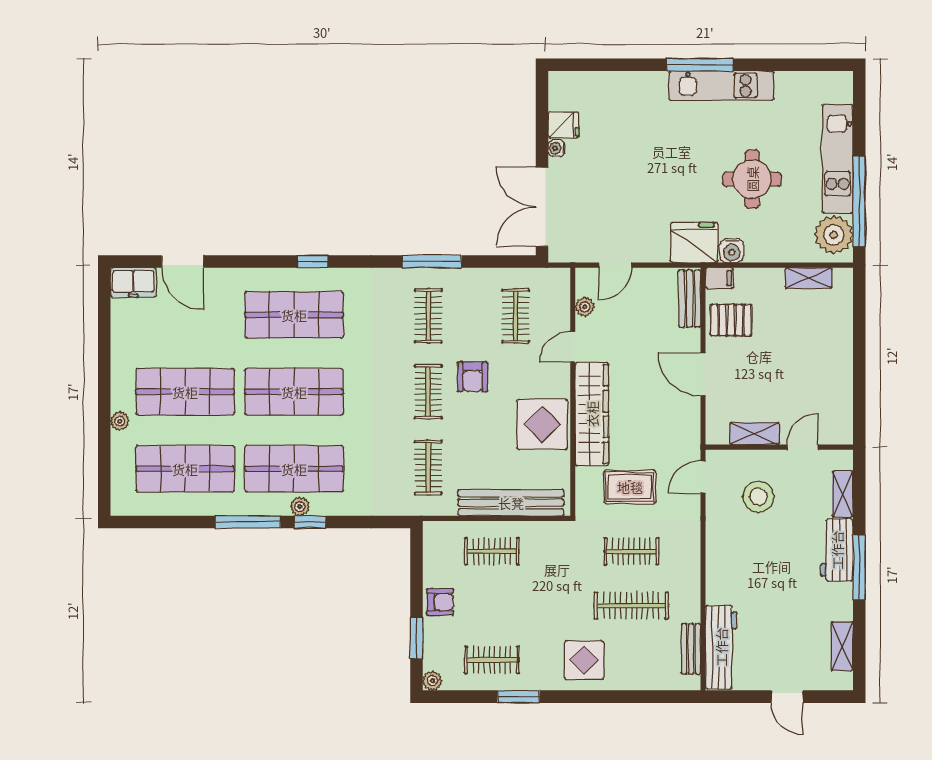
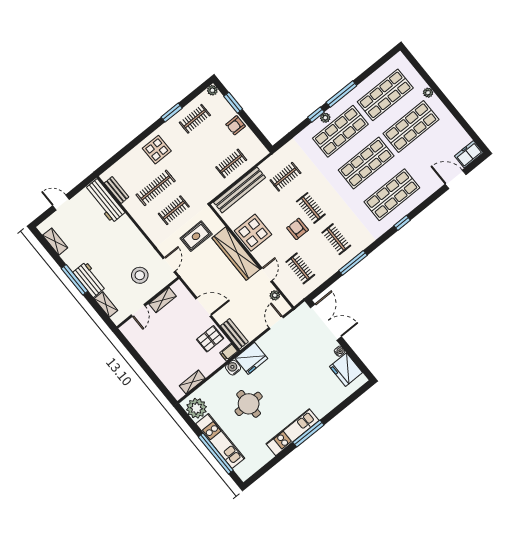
fridge: (564, 125) -> (346, 370), width x1.88, depth x1.34
window: (859, 201) -> (216, 454), moved
clothes rail: (428, 468) -> (285, 177), turned 90

